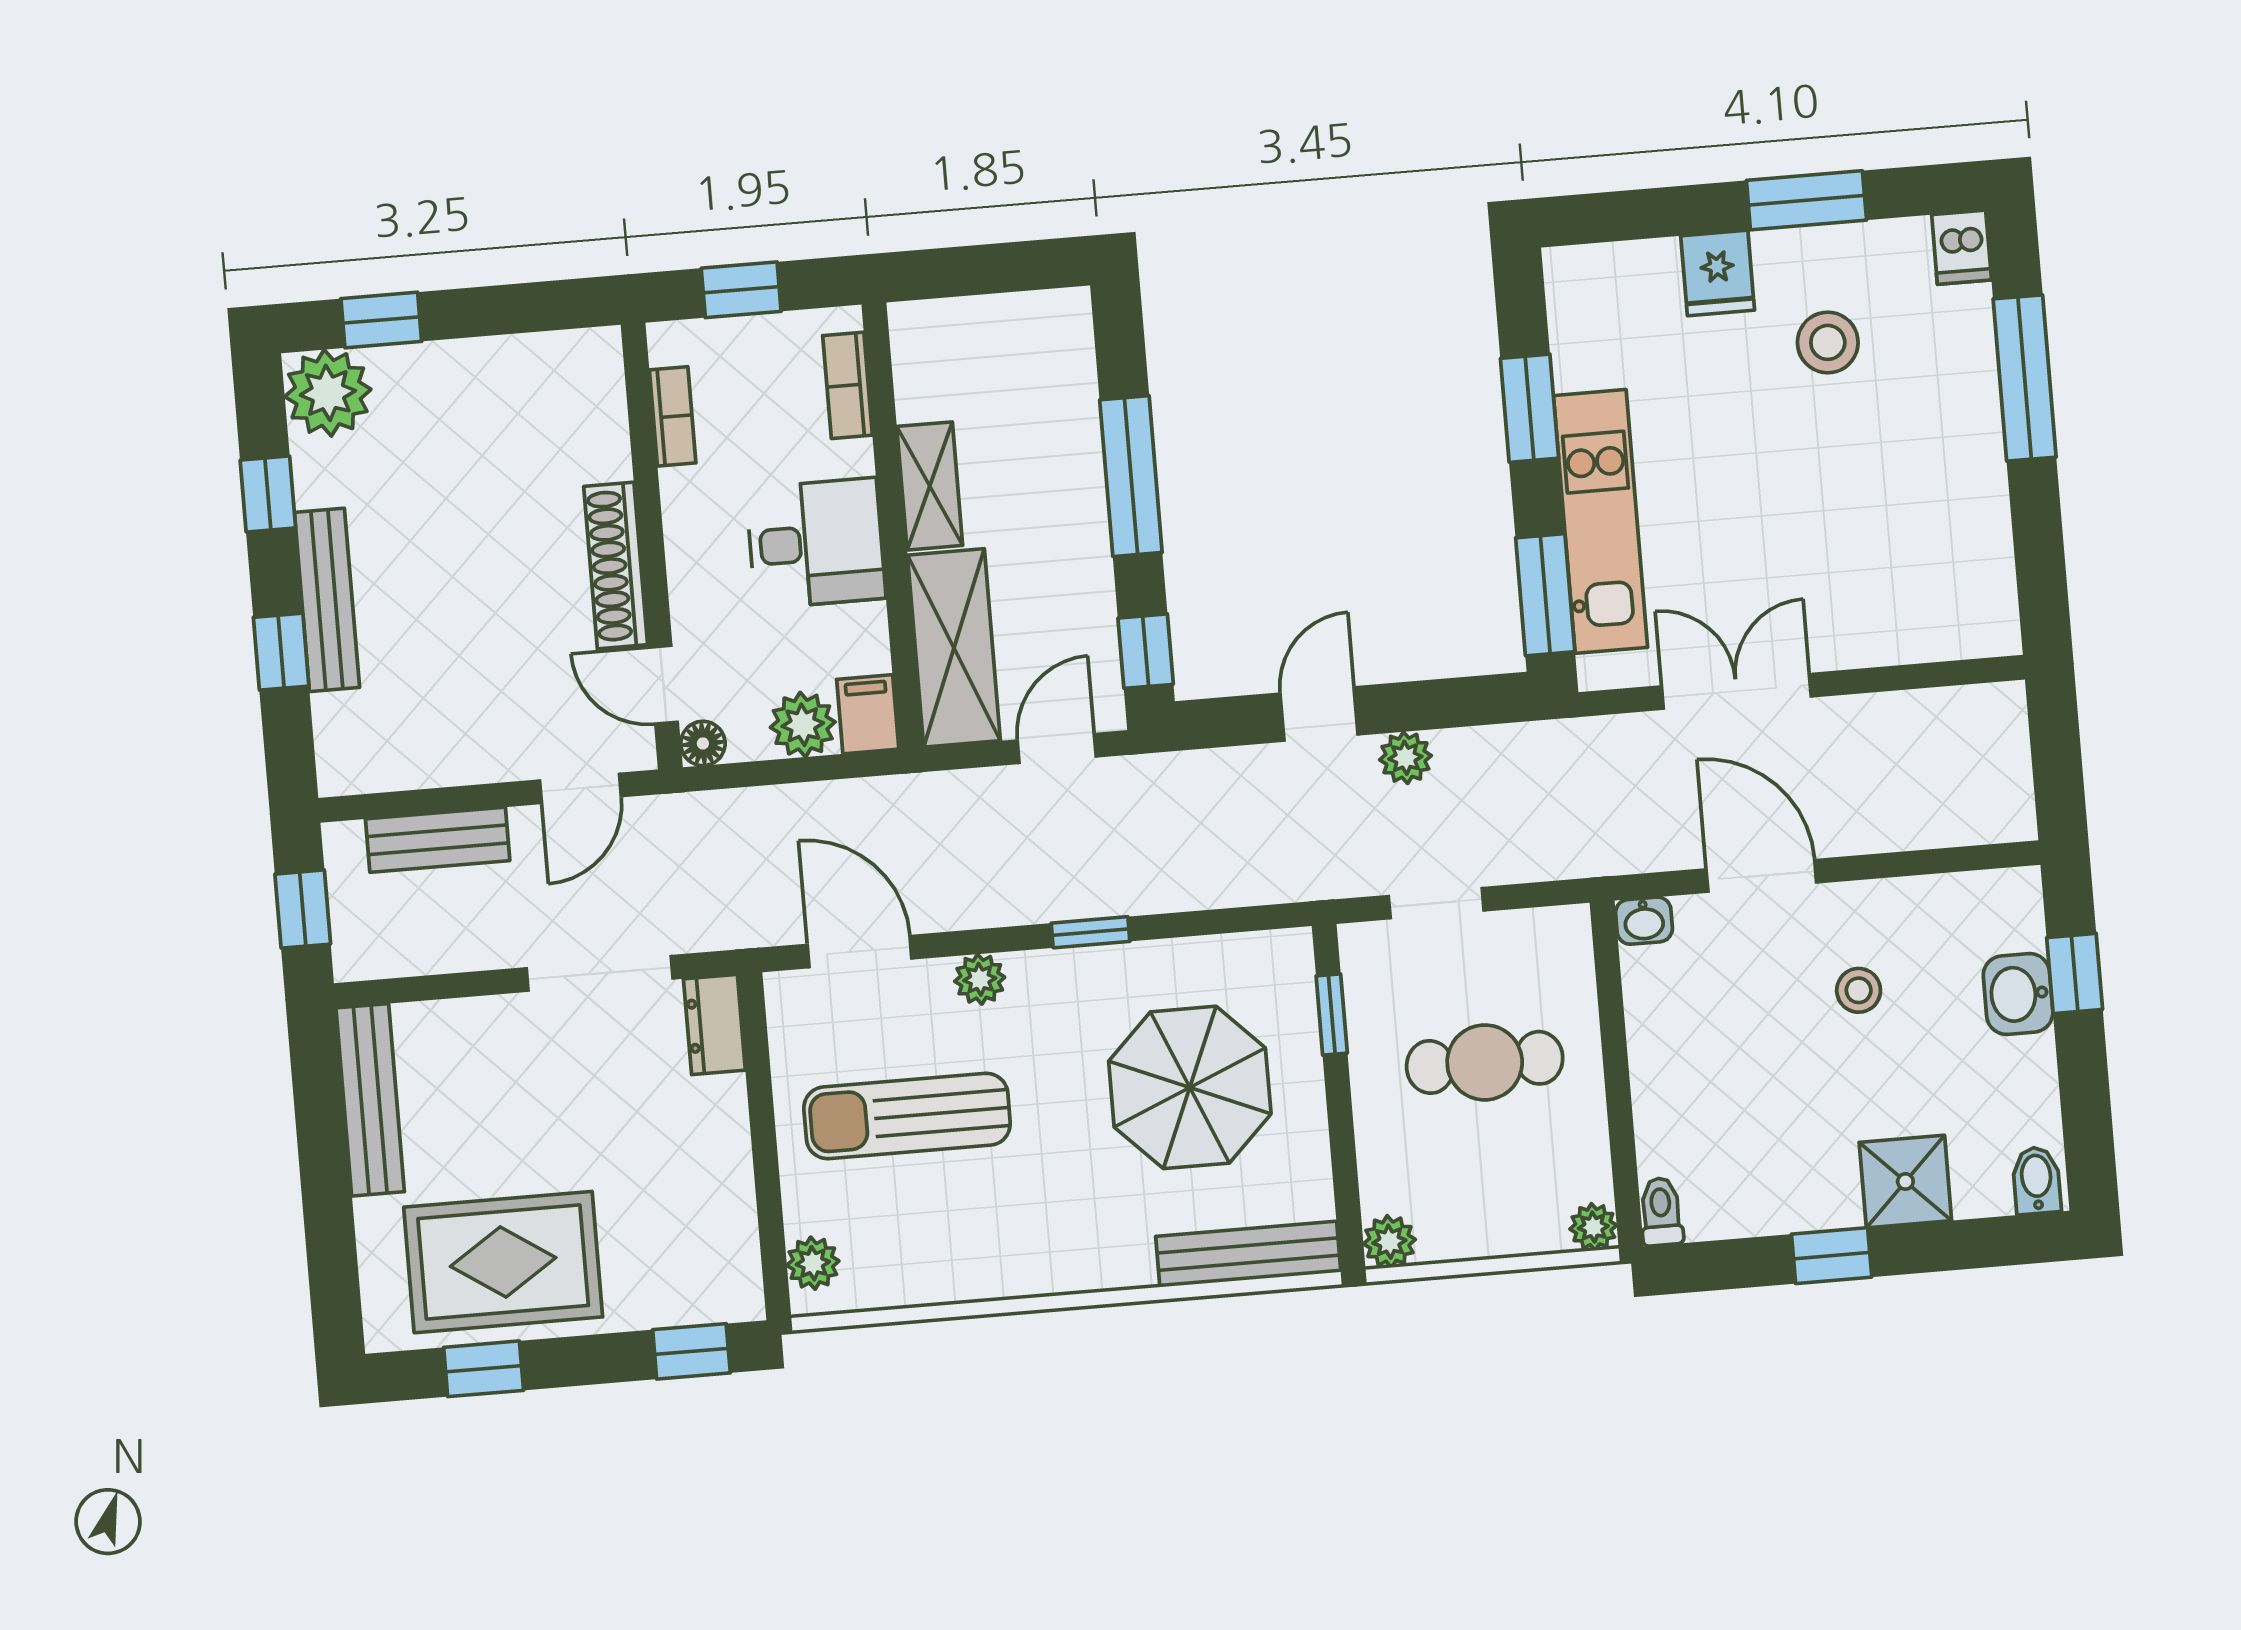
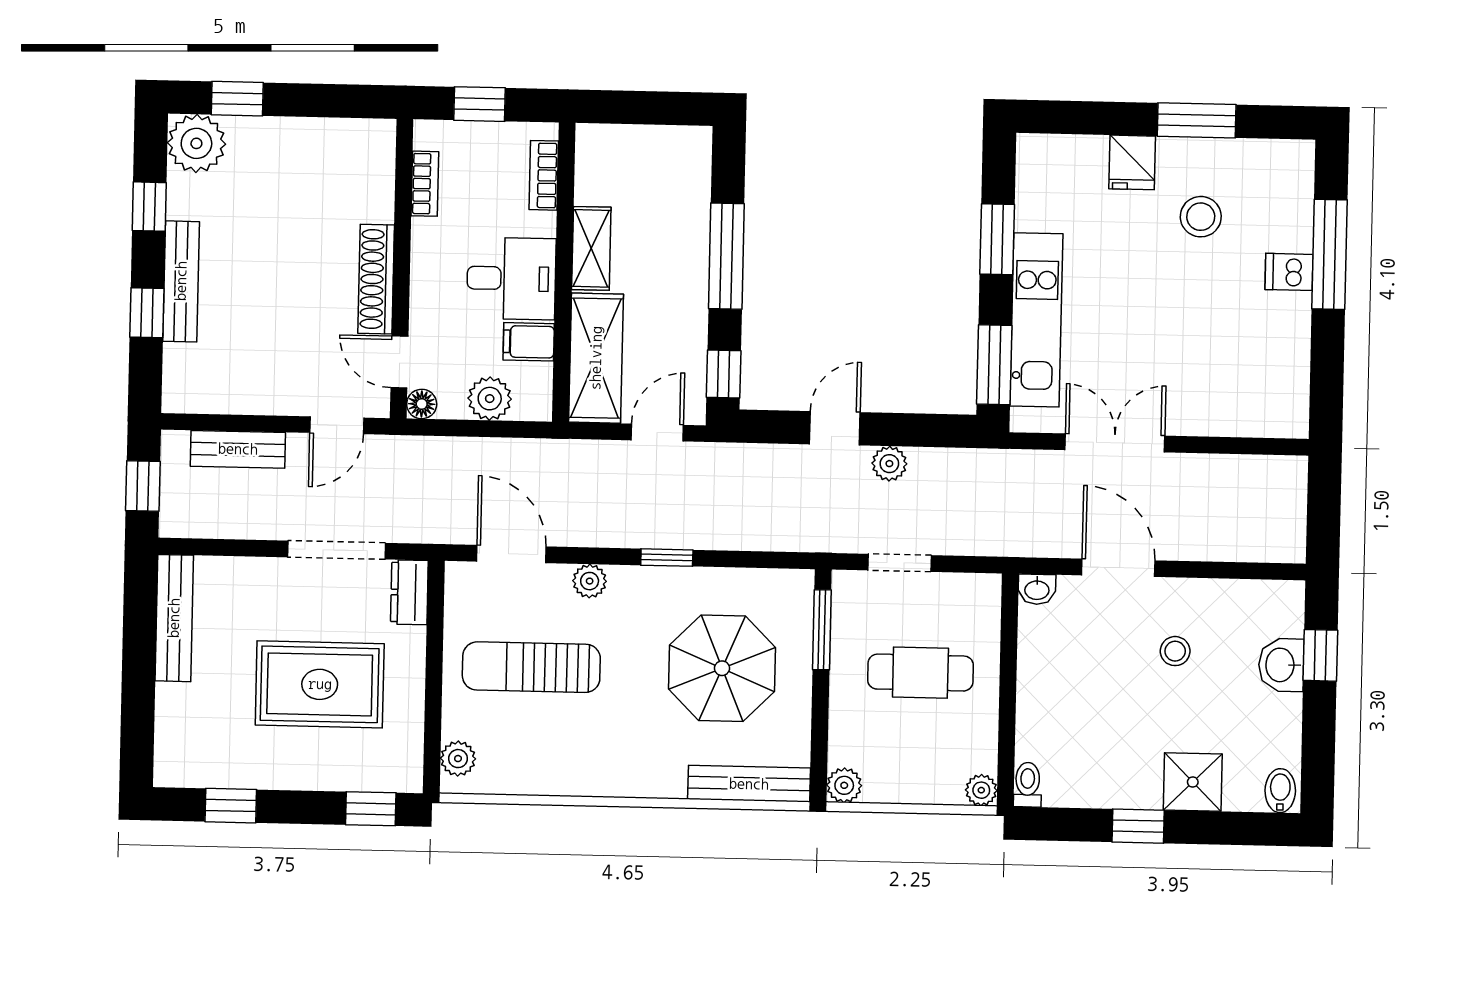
dishwasher: (1962, 247) -> (1289, 272), moved, turned 90
filing cabinet: (868, 714) -> (529, 342), moved, turned -90
window: (1332, 1015) -> (822, 630), width x1.50
rug: (503, 1262) -> (320, 684), moved

